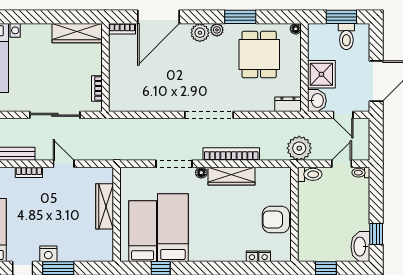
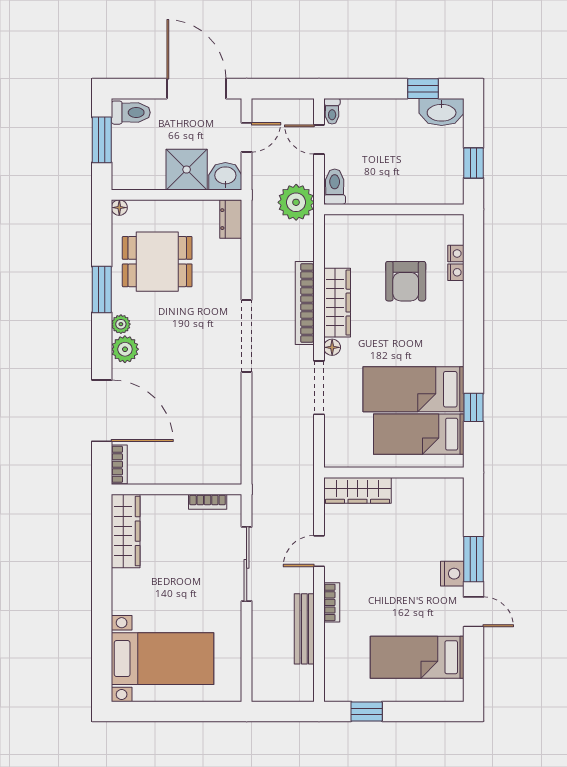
toilet: (346, 37) -> (131, 113), moved
wardrobe: (105, 206) -> (357, 490), moved
armchair: (276, 220) -> (406, 281), moved

